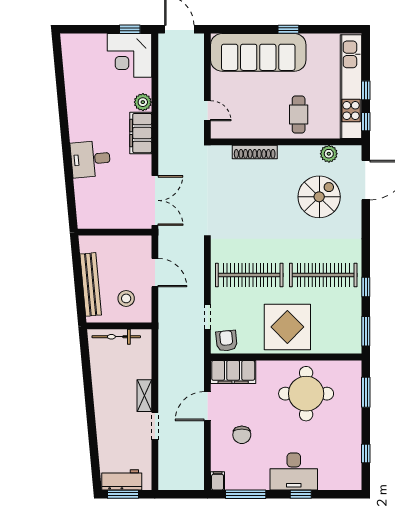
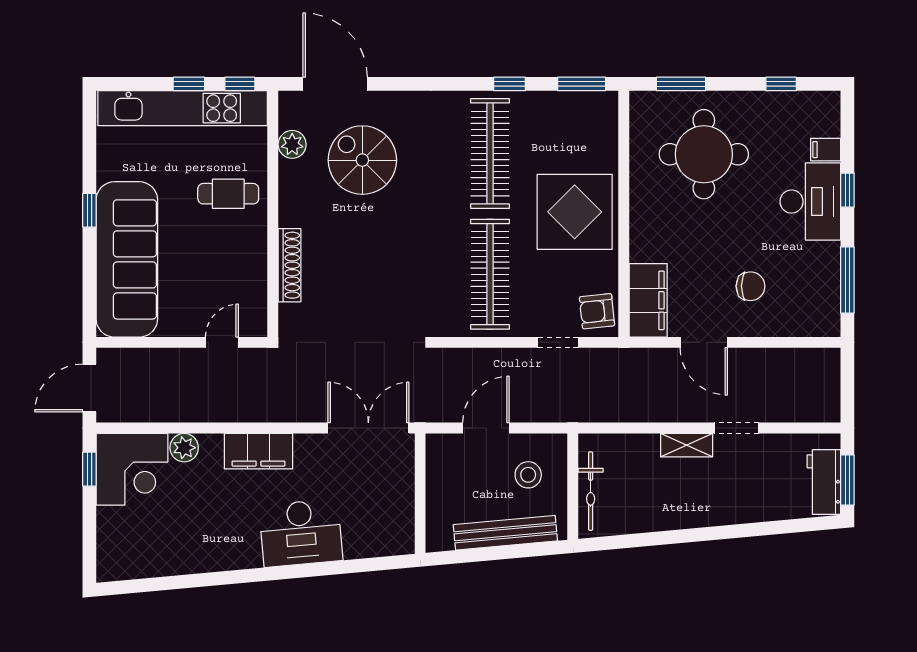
plant: (143, 102) -> (184, 448), moved
desk: (90, 159) -> (301, 533), width x1.37
round table: (306, 394) -> (704, 154), moved
filing cabinet: (218, 481) -> (826, 150), moved

